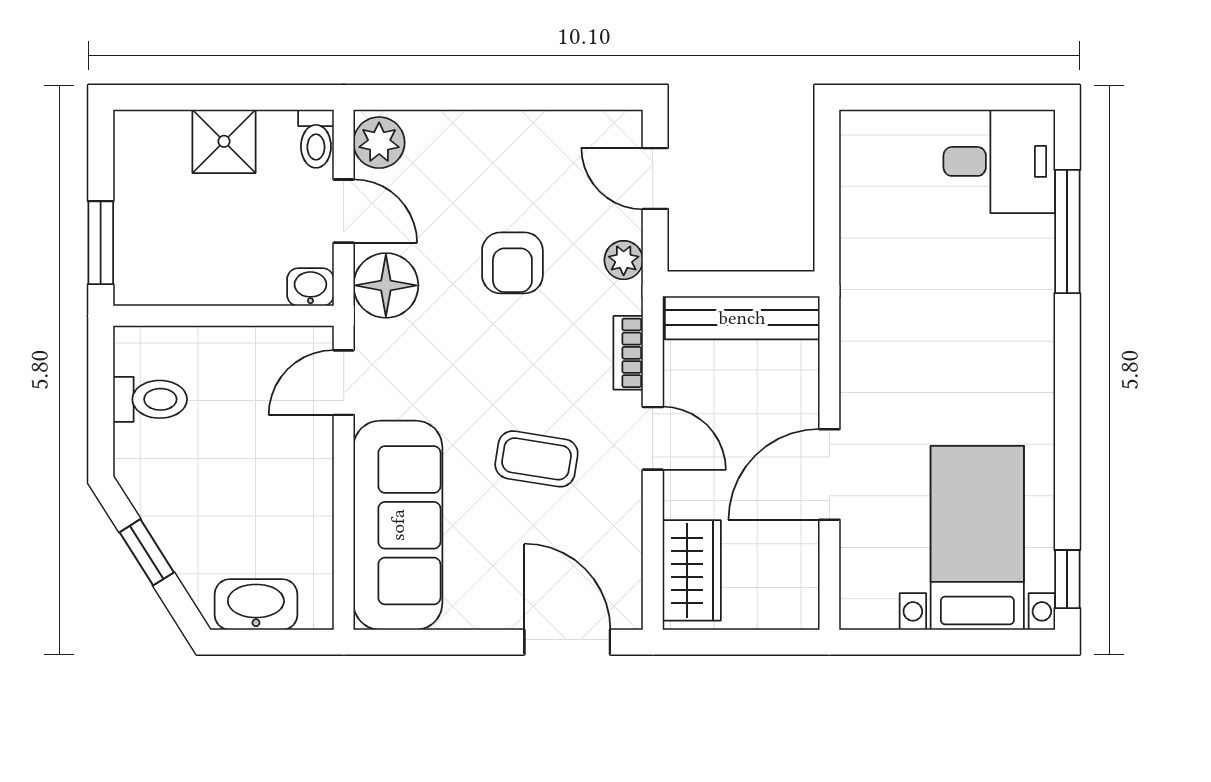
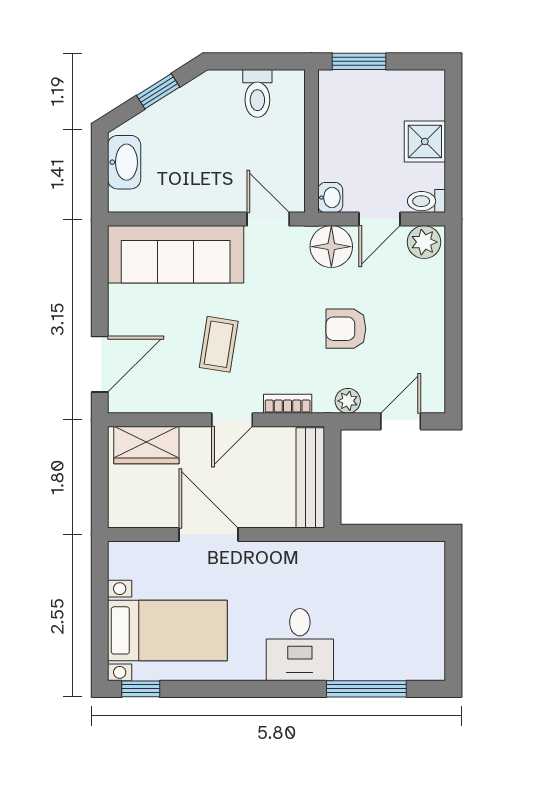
desk: (999, 161) -> (300, 645), moved

